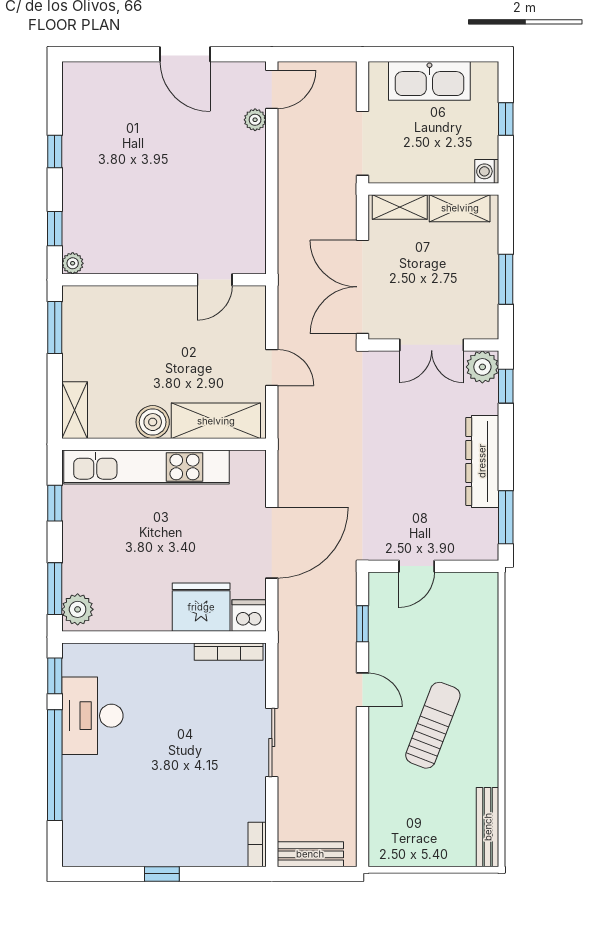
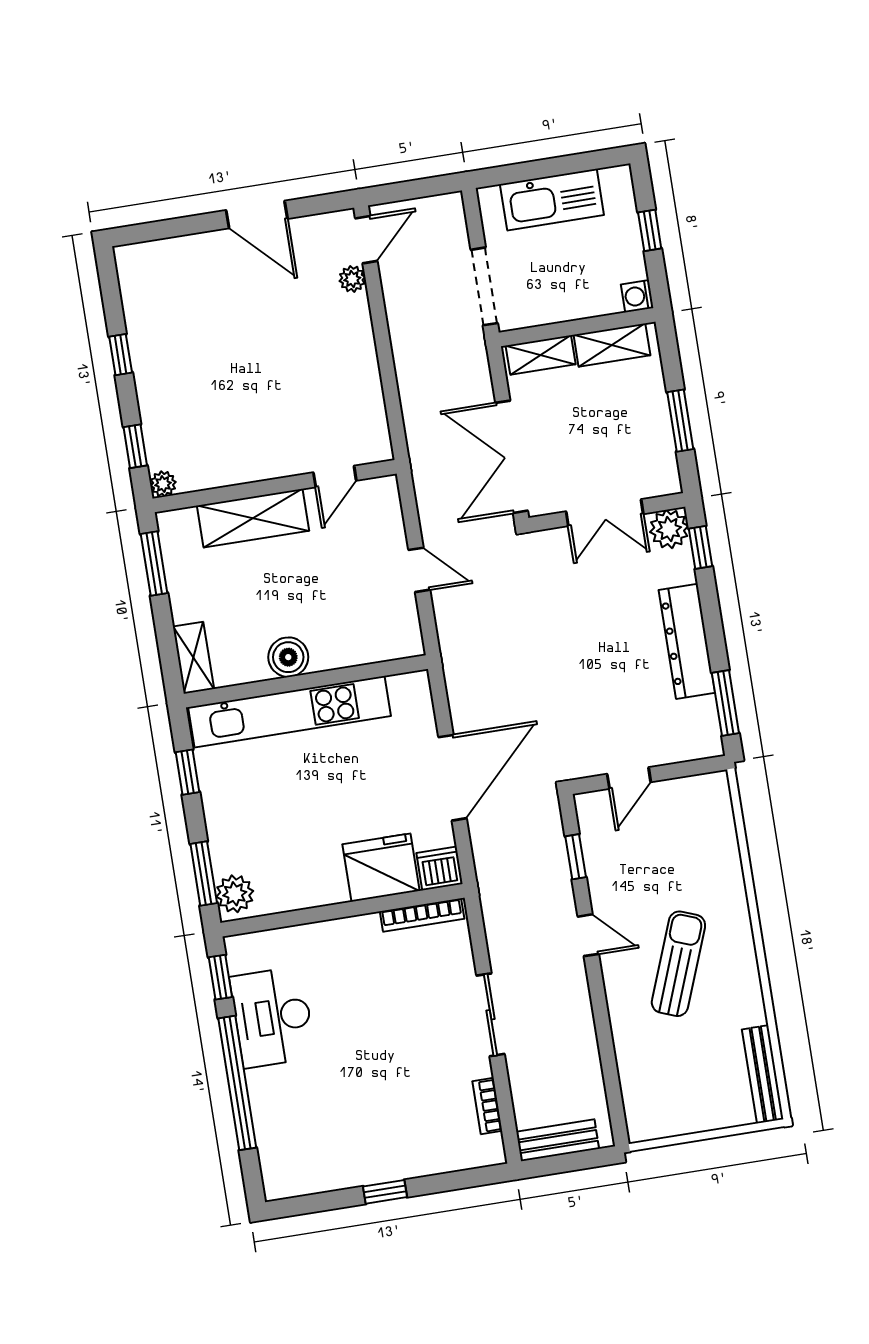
shelving: (216, 421) -> (253, 518), moved
bookcase: (257, 844) -> (487, 1106), moved

